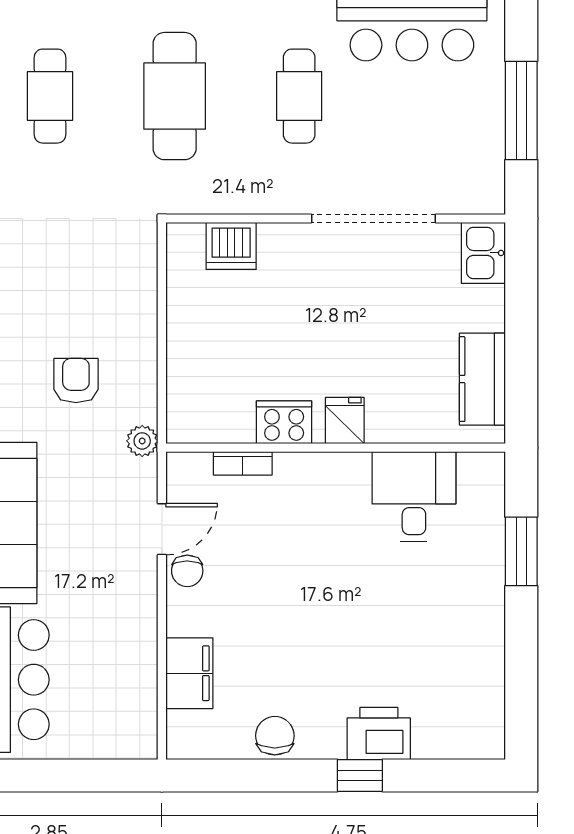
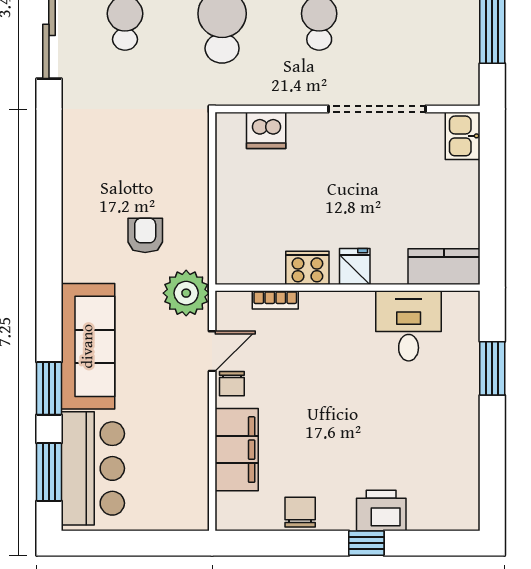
kitchen counter: (482, 379) -> (444, 267), moved, turned 90
plant: (142, 441) -> (186, 293), width x1.88, depth x1.88
filing cabinet: (189, 673) -> (237, 450), width x1.50, depth x1.17

